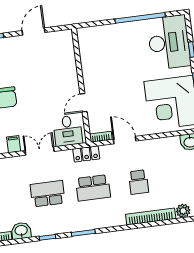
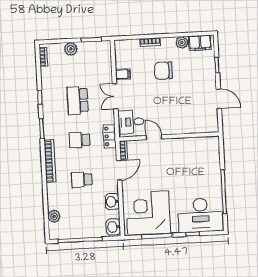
double door: (40, 151) -> (115, 96), swing flipped
school desk: (93, 188) -> (80, 140), width x0.54
school desk: (48, 194) -> (78, 100), turned 180
bookcase: (151, 216) -> (50, 161), moved
washbasin: (21, 231) -> (112, 202), moved, turned 180

